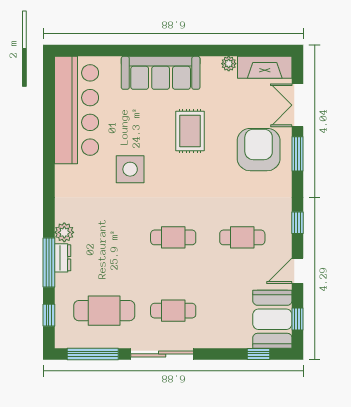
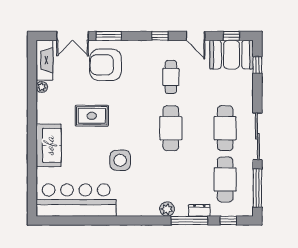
sofa: (161, 73) -> (49, 145), width x0.73
cafe table: (173, 237) -> (171, 128), width x1.37, depth x1.35
dresser: (63, 258) -> (199, 210), moved
cafe table: (173, 311) -> (225, 128), width x1.37, depth x1.35

